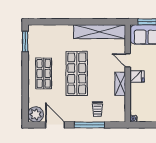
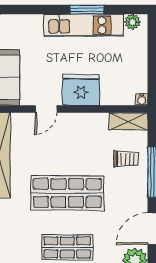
fridge: (137, 76) -> (81, 90), width x1.88, depth x1.34
shelving: (120, 84) -> (128, 121), moved

